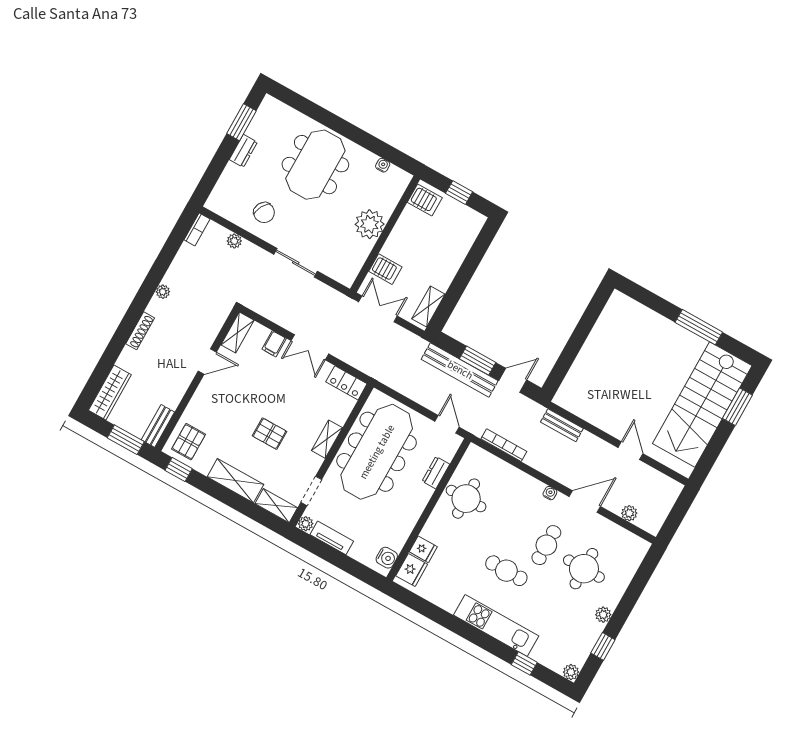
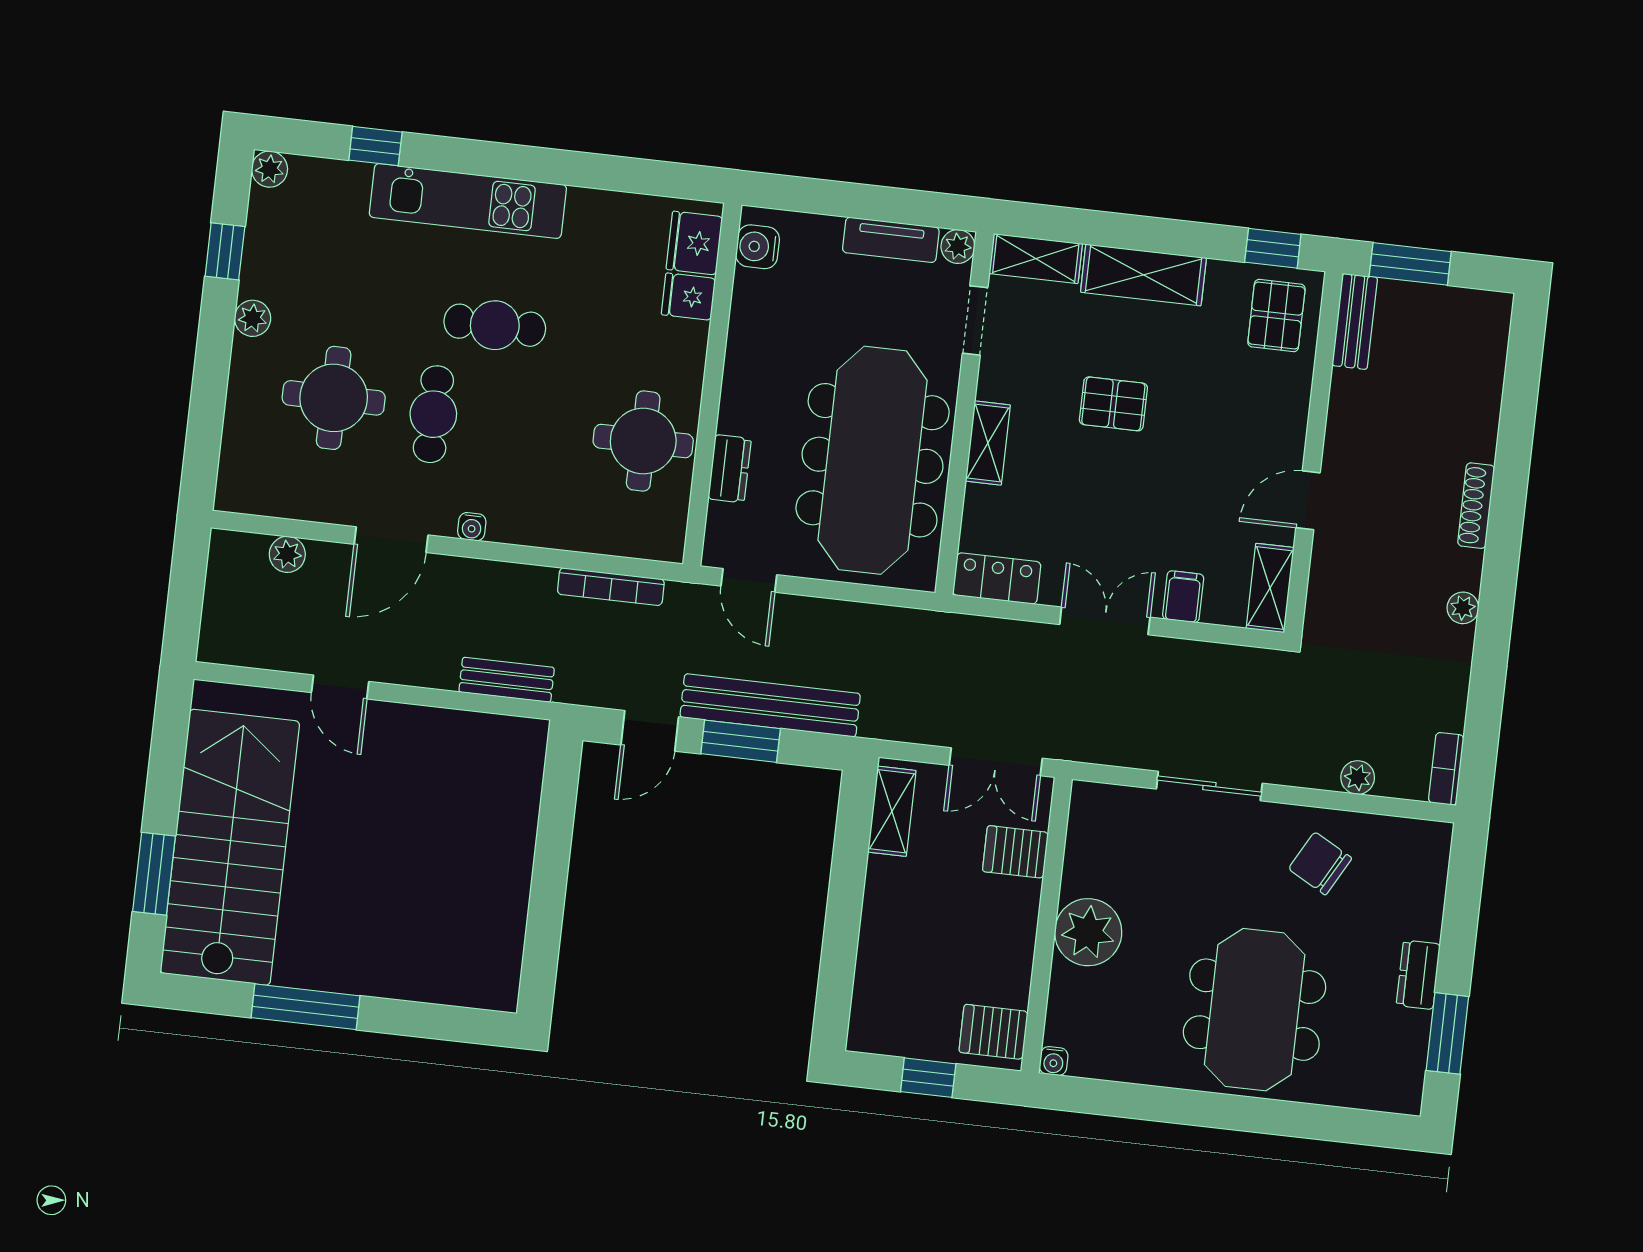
water cooler: (383, 165) -> (1054, 1061), moved
wardrobe: (110, 393) -> (1485, 349), removed

